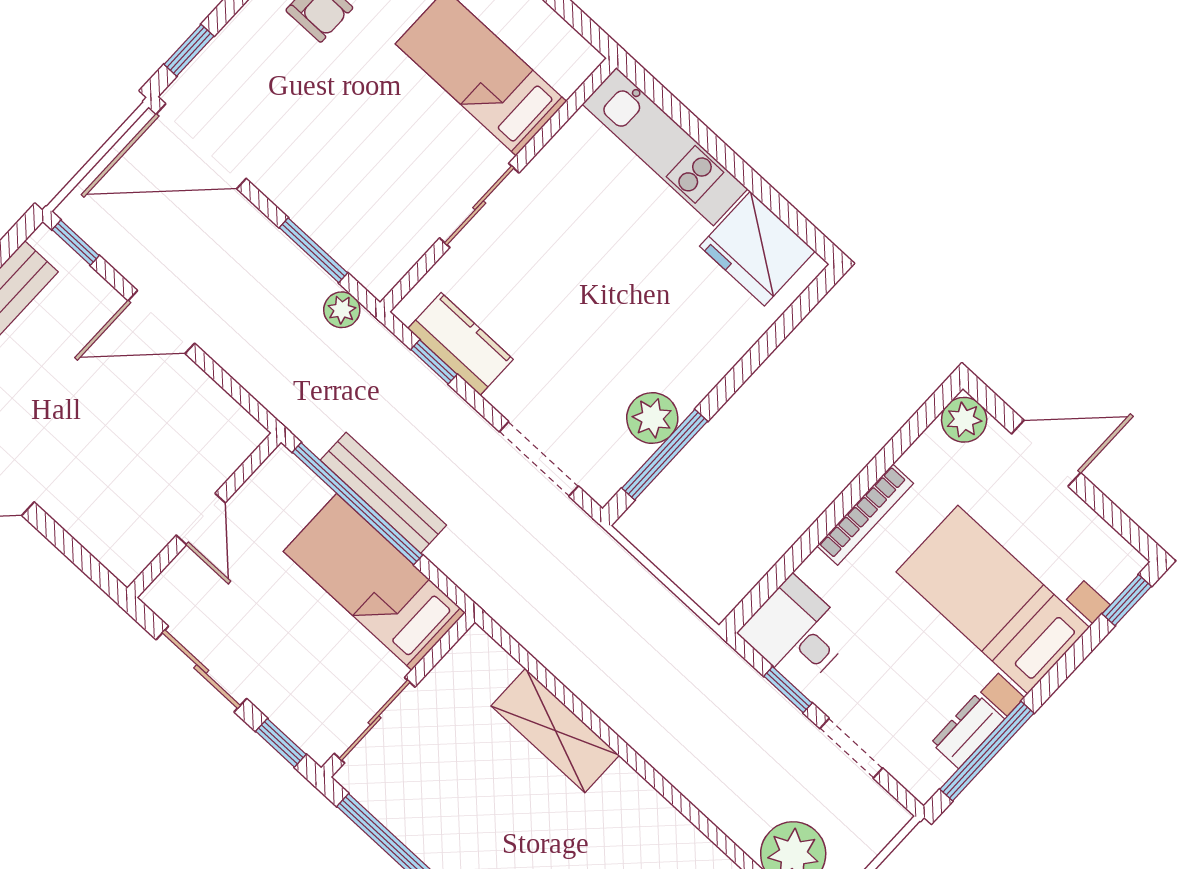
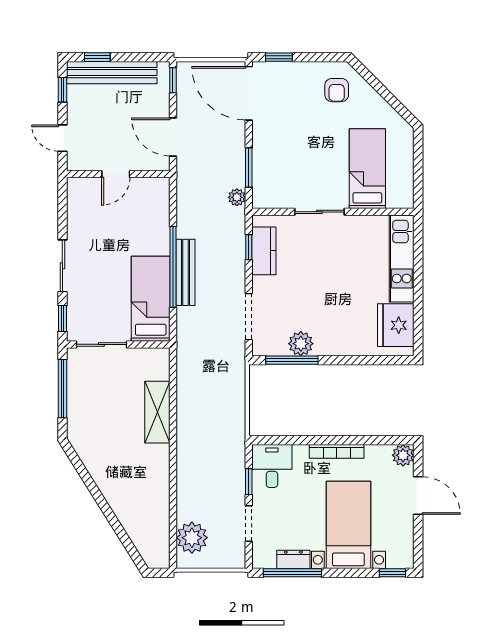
wall: (204, 515) -> (118, 174), moved
door: (201, 519) -> (116, 174), moved

